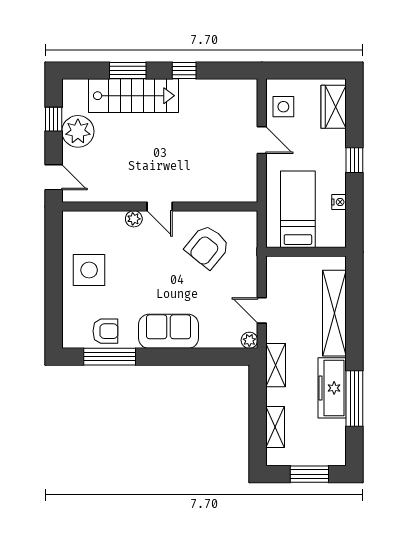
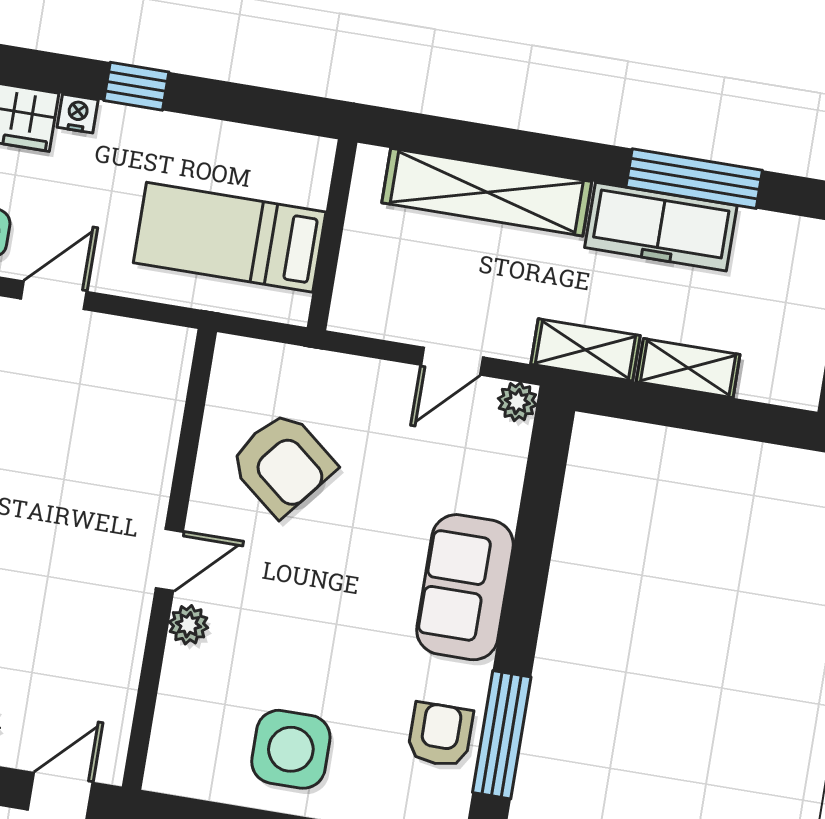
nightstand: (339, 202) -> (78, 113), moved
shelving: (275, 427) -> (688, 368), moved

